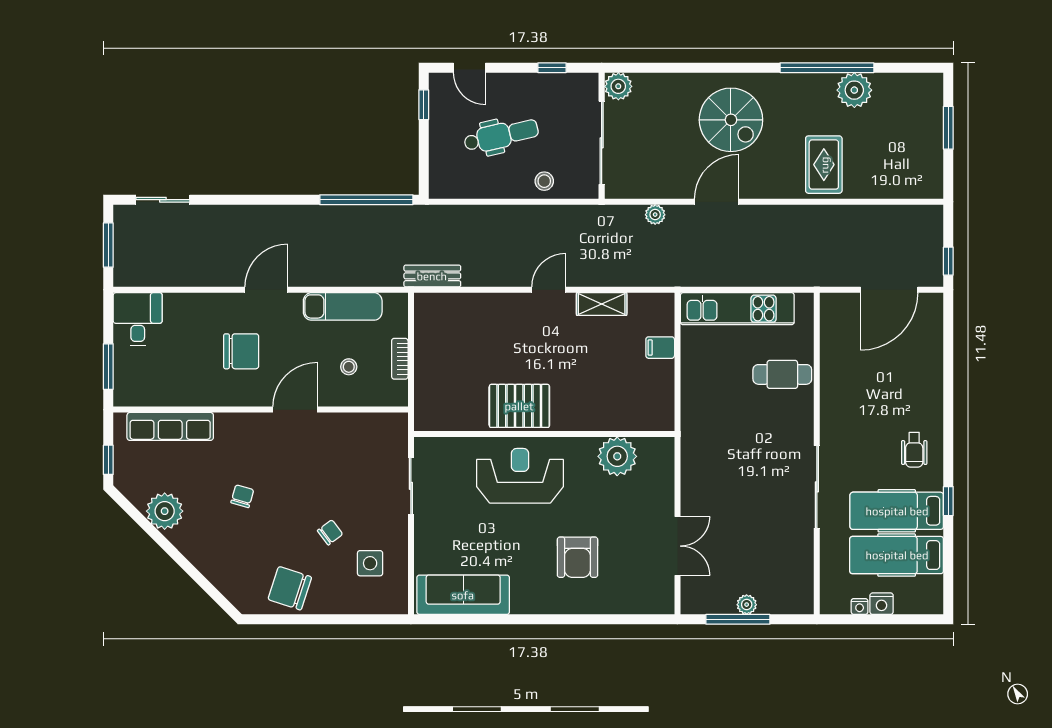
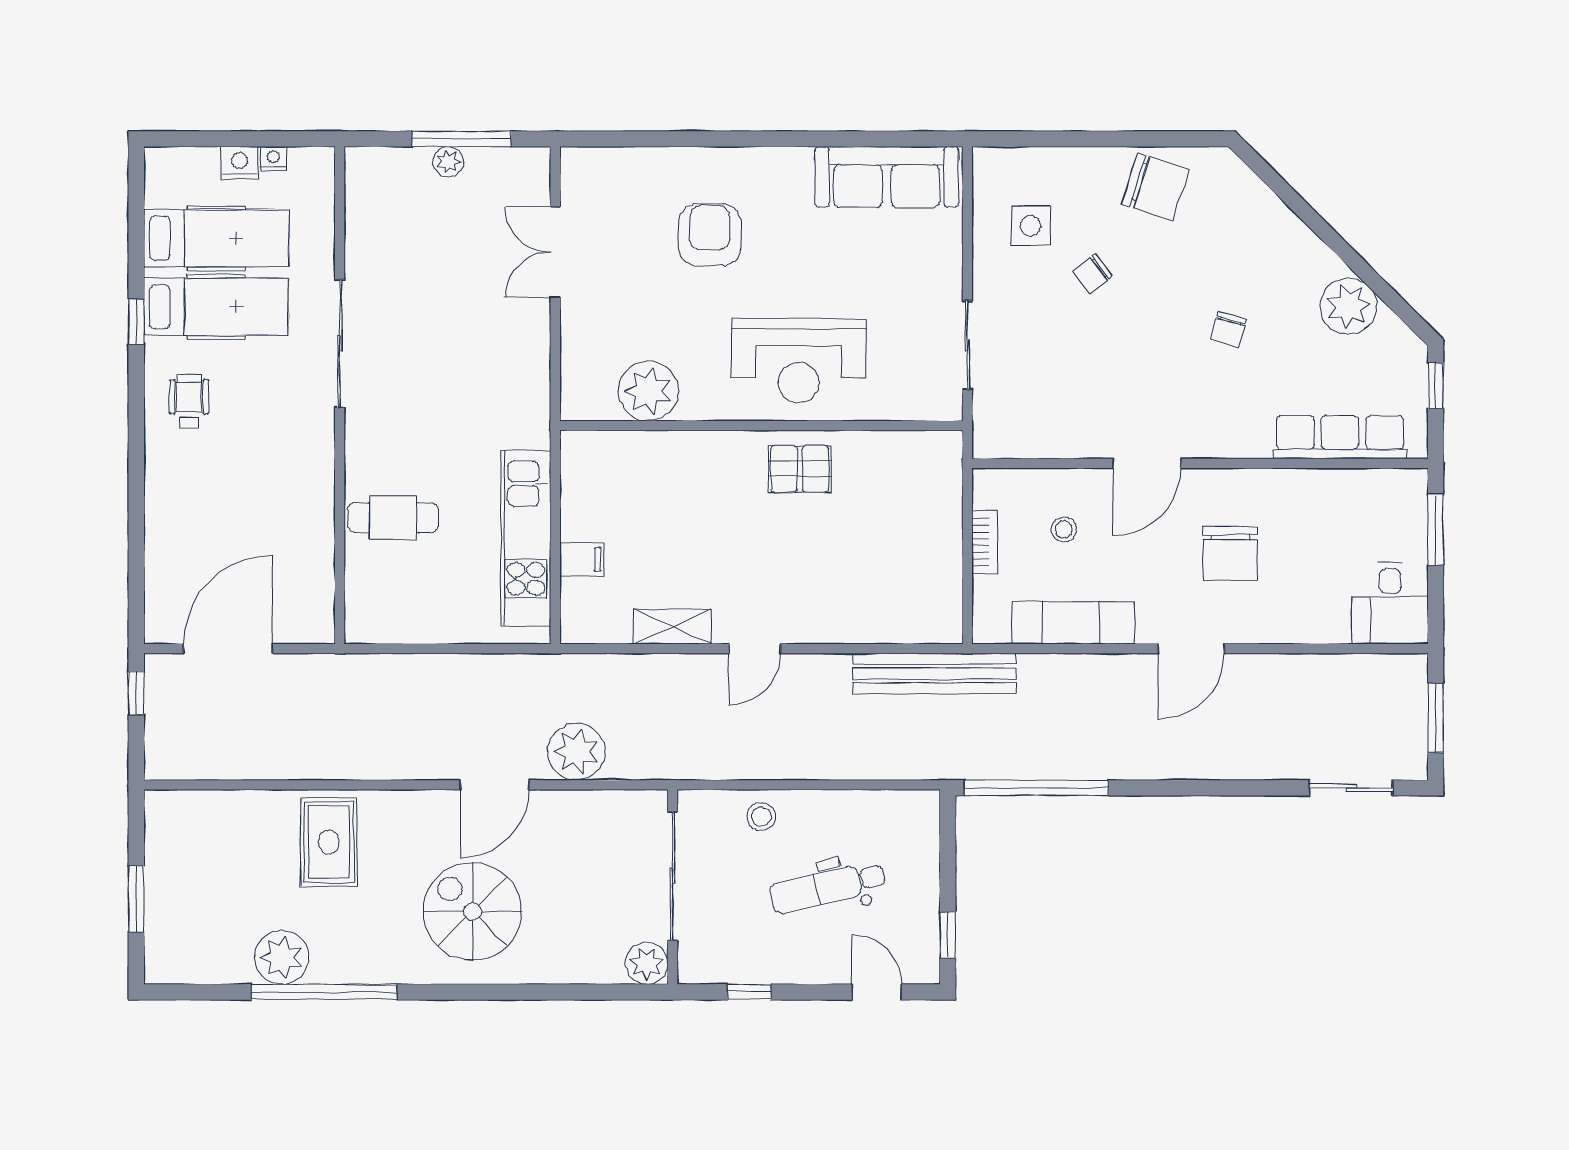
plant: (655, 215) -> (576, 752), width x1.88, depth x1.88
bench: (432, 276) -> (934, 674), width x1.86, depth x1.21
kitchen unit: (737, 309) -> (526, 538), moved, turned -90
chair: (241, 351) -> (1230, 553), turned -90
pallet: (519, 406) -> (800, 469), width x0.67, depth x0.71

